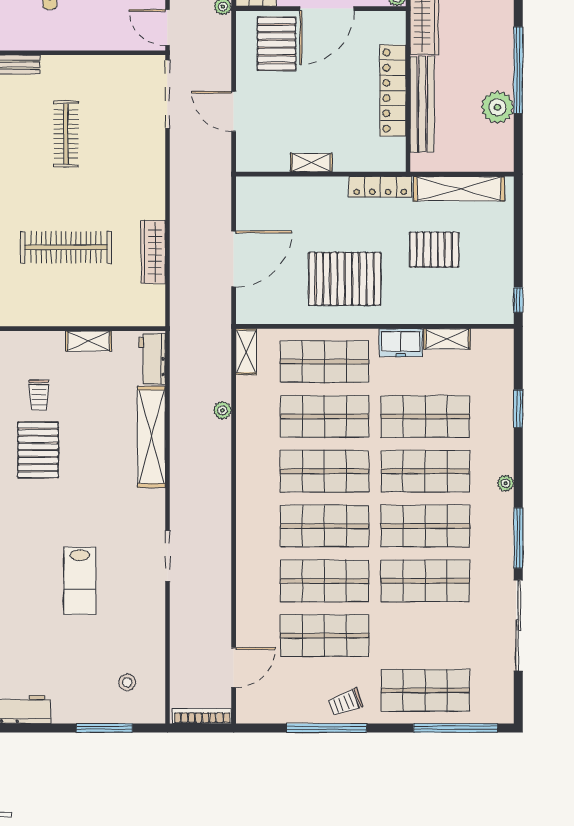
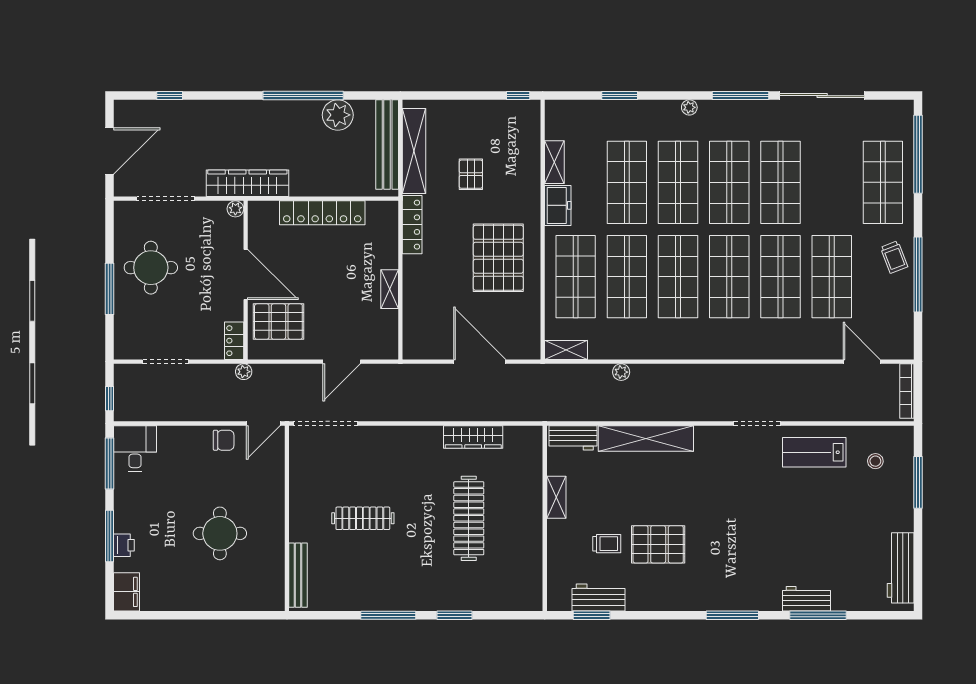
bench: (422, 104) -> (387, 145), moved, turned 90
pallet: (434, 250) -> (471, 174), width x0.67, depth x0.71
lab bench: (80, 581) -> (814, 452), moved, turned 180

